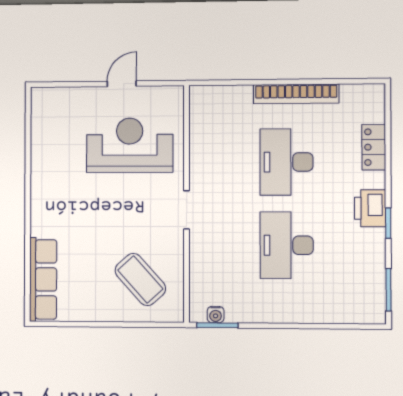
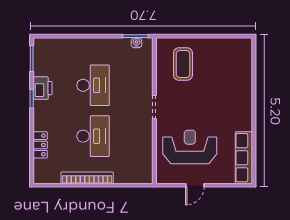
reception desk: (130, 145) -> (190, 147), turned 180
printer: (370, 208) -> (42, 88), moved
row of seats: (43, 279) -> (244, 158), moved
coffee table: (140, 279) -> (183, 64), turned 42

